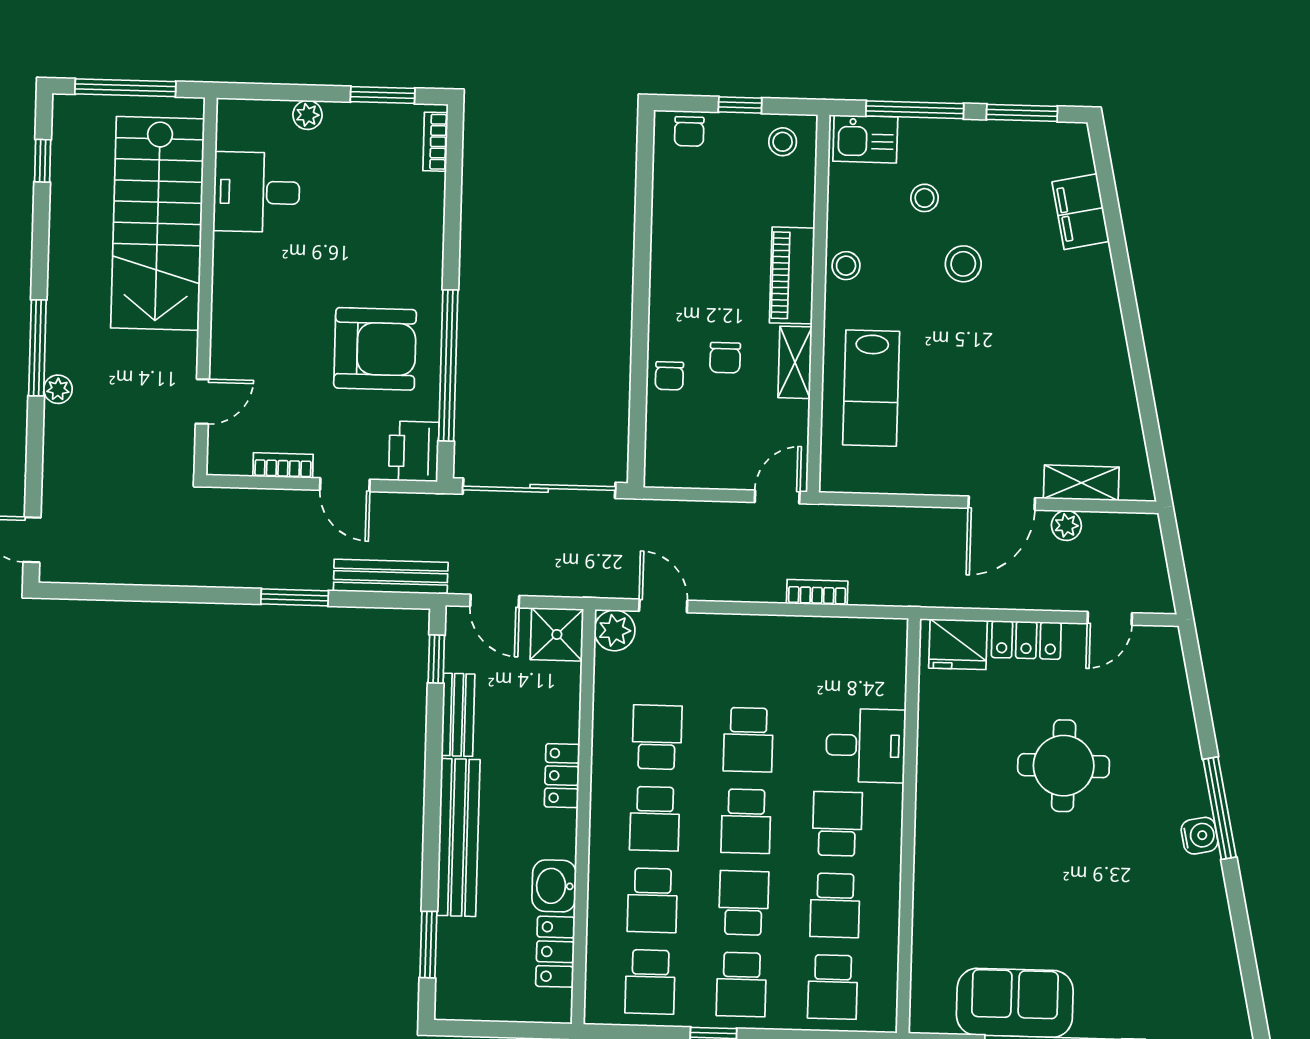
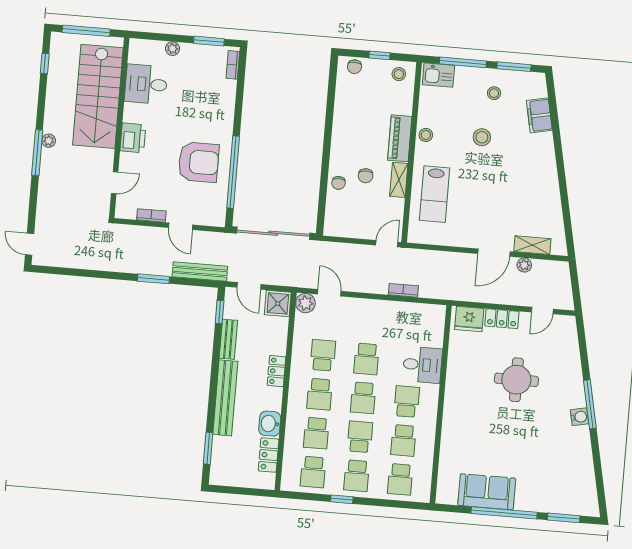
stool: (925, 198) -> (494, 93), moved
plant: (58, 389) -> (49, 141), moved
printer: (414, 451) -> (133, 138), moved, turned 180

